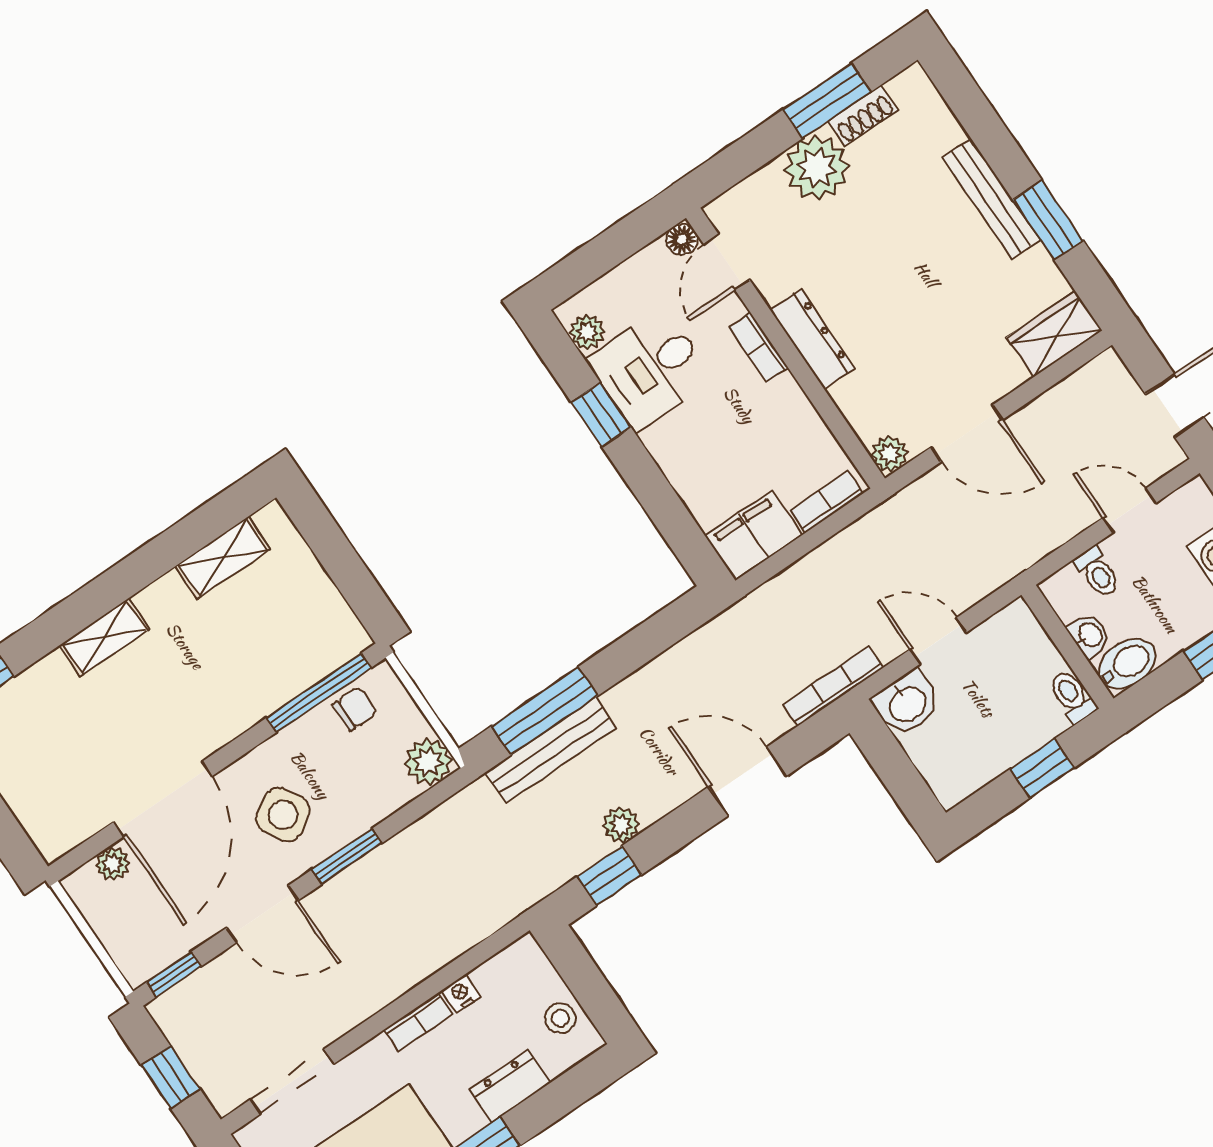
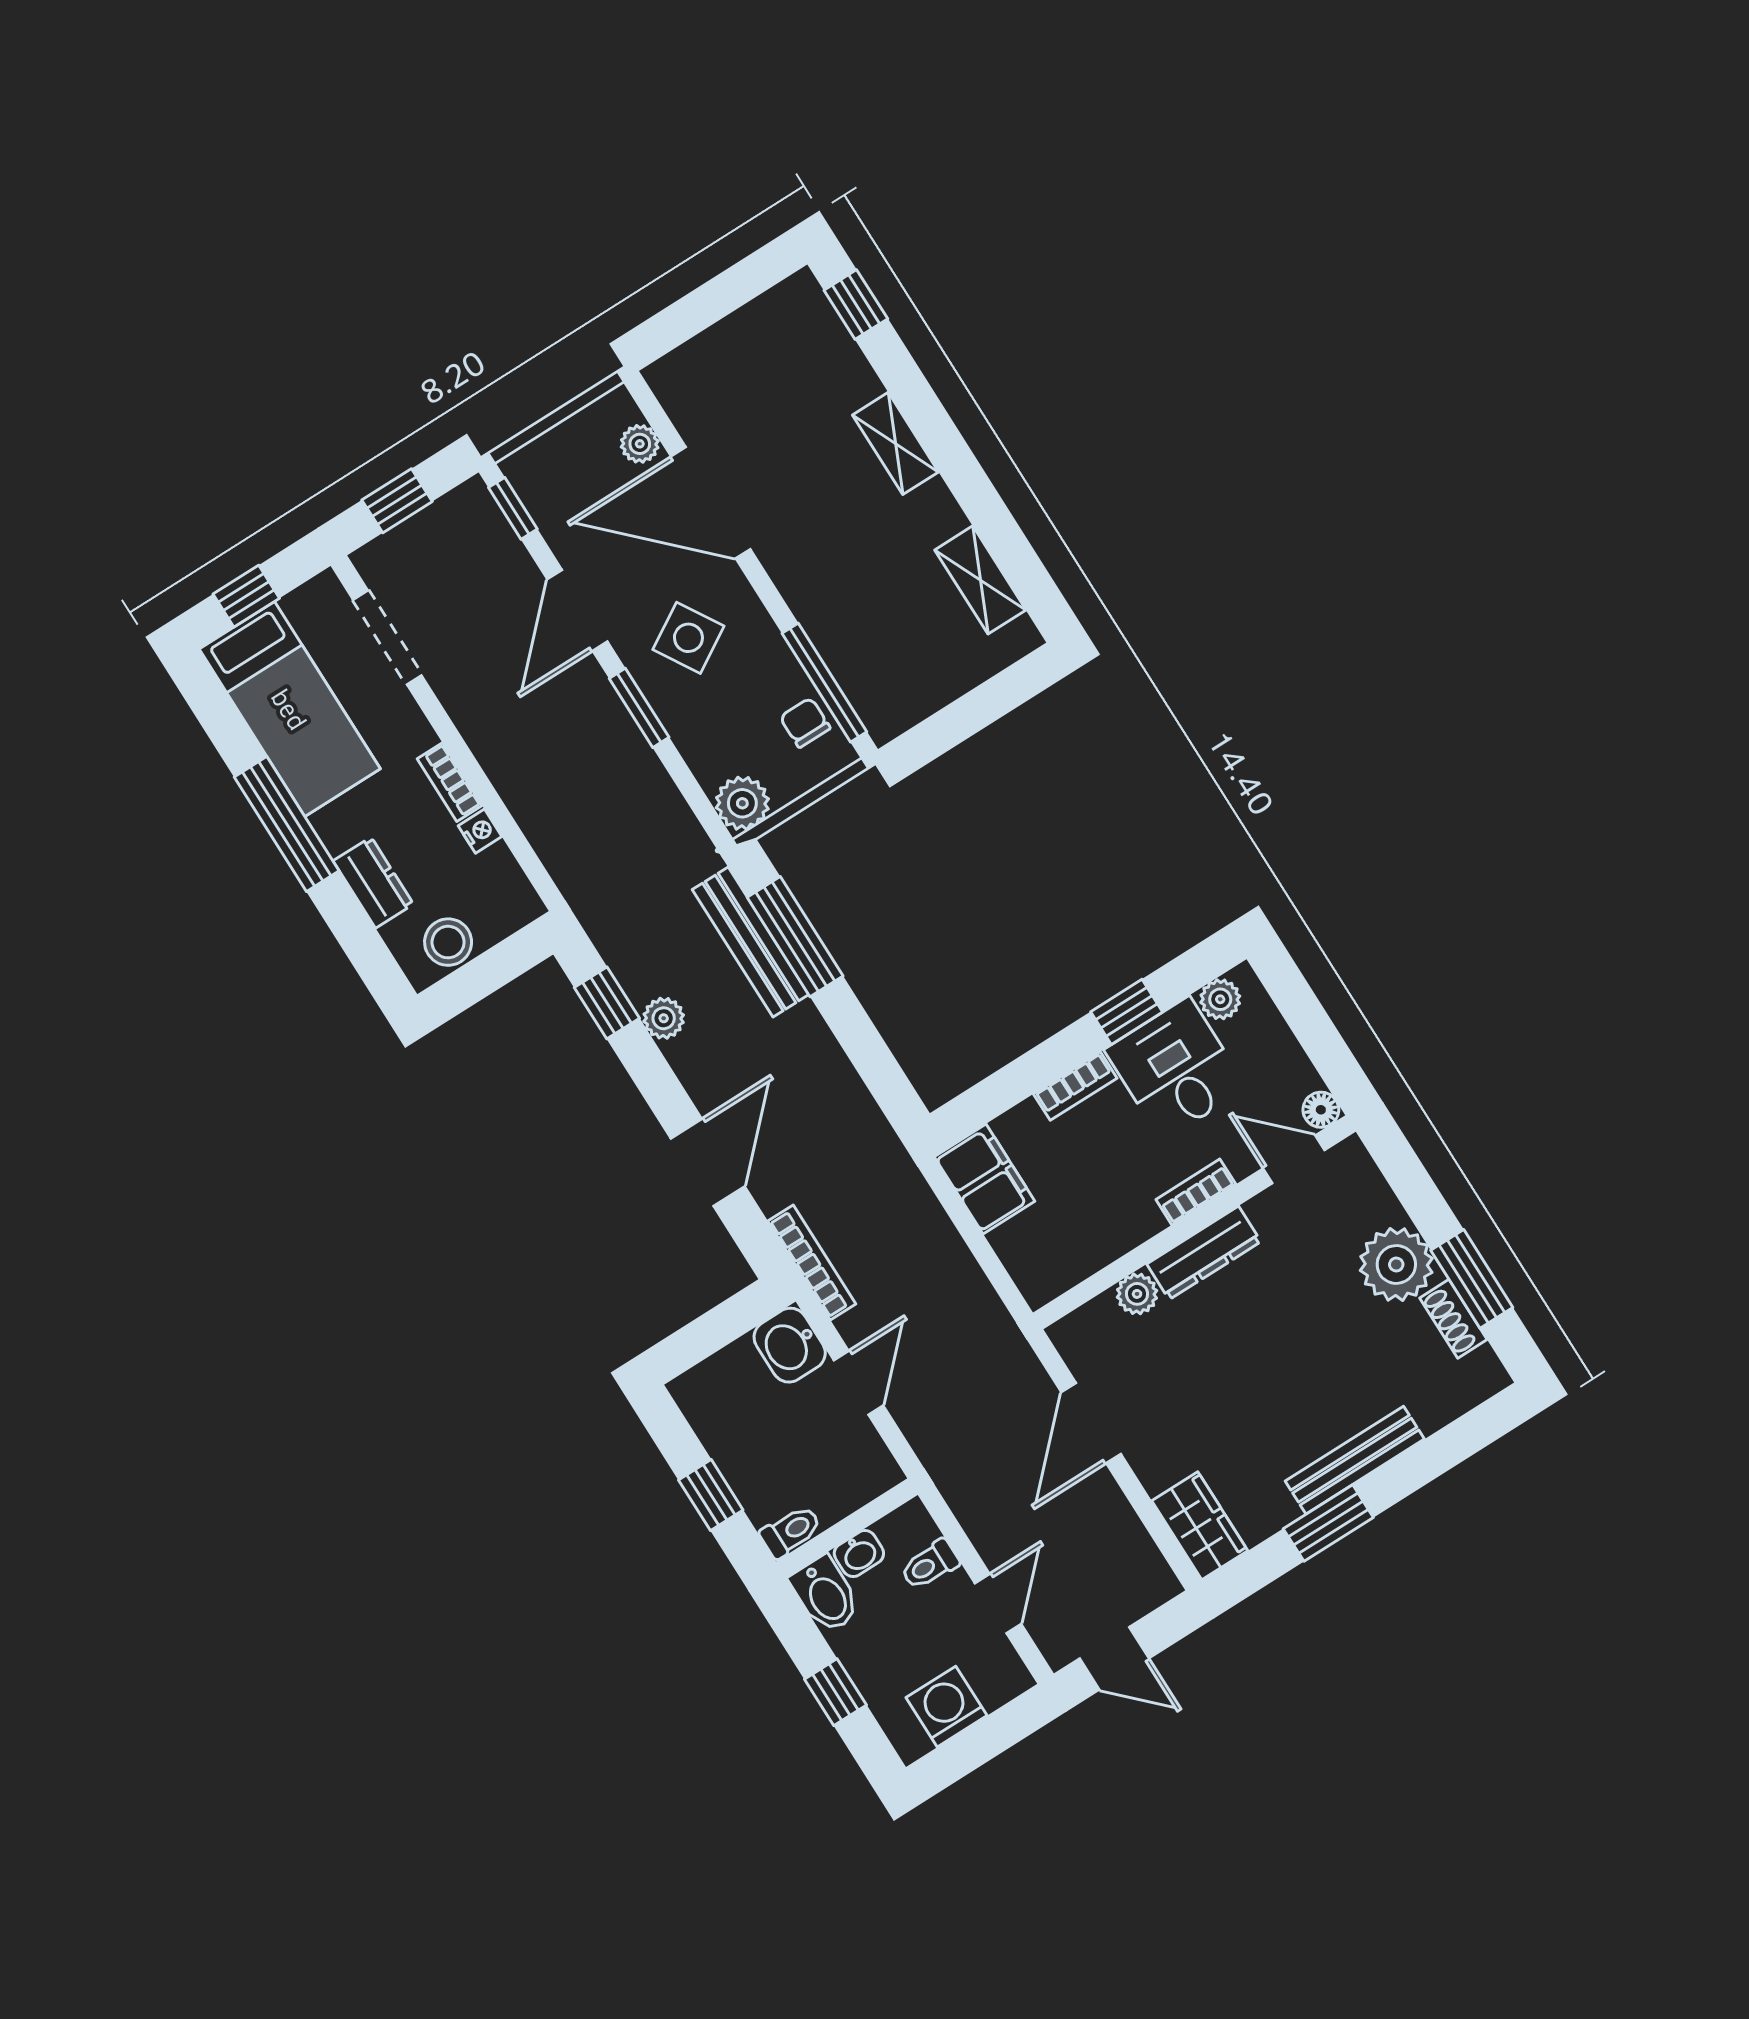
plant: (890, 454) -> (1137, 1294), moved
bookcase: (826, 502) -> (1075, 1086), moved, turned 90
chair: (355, 709) -> (805, 723), turned 180
stool: (560, 1018) -> (448, 942), width x1.37, depth x1.37

